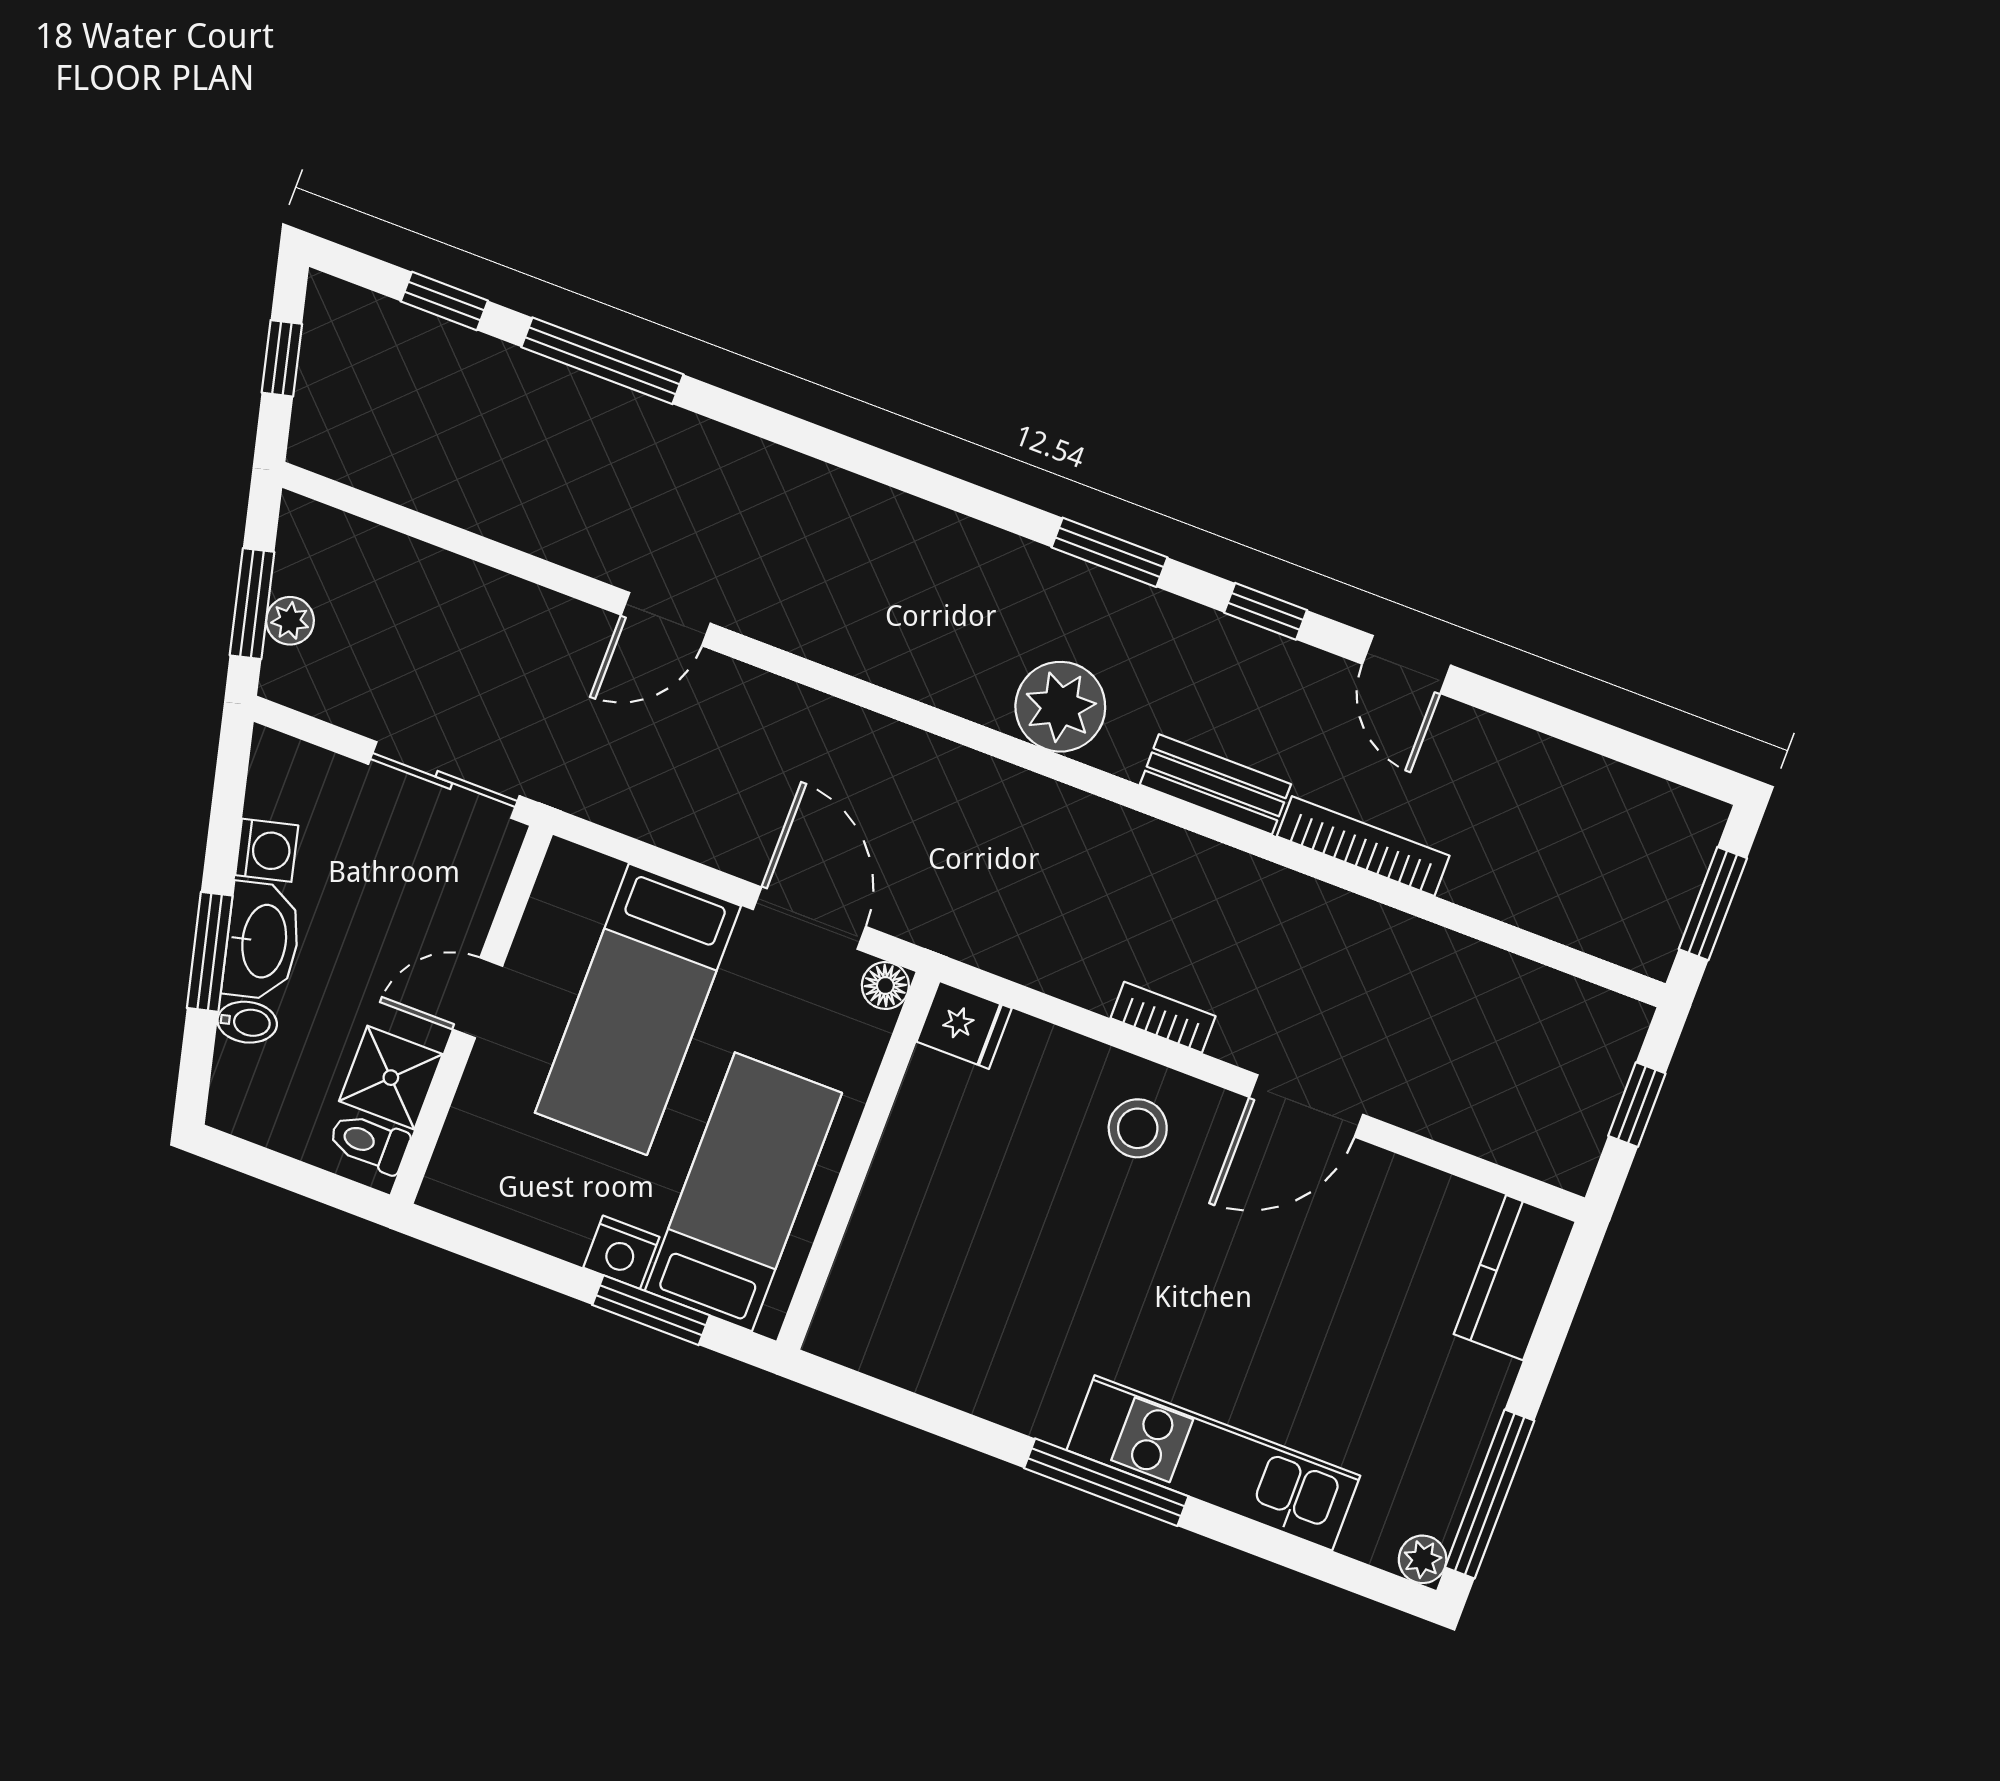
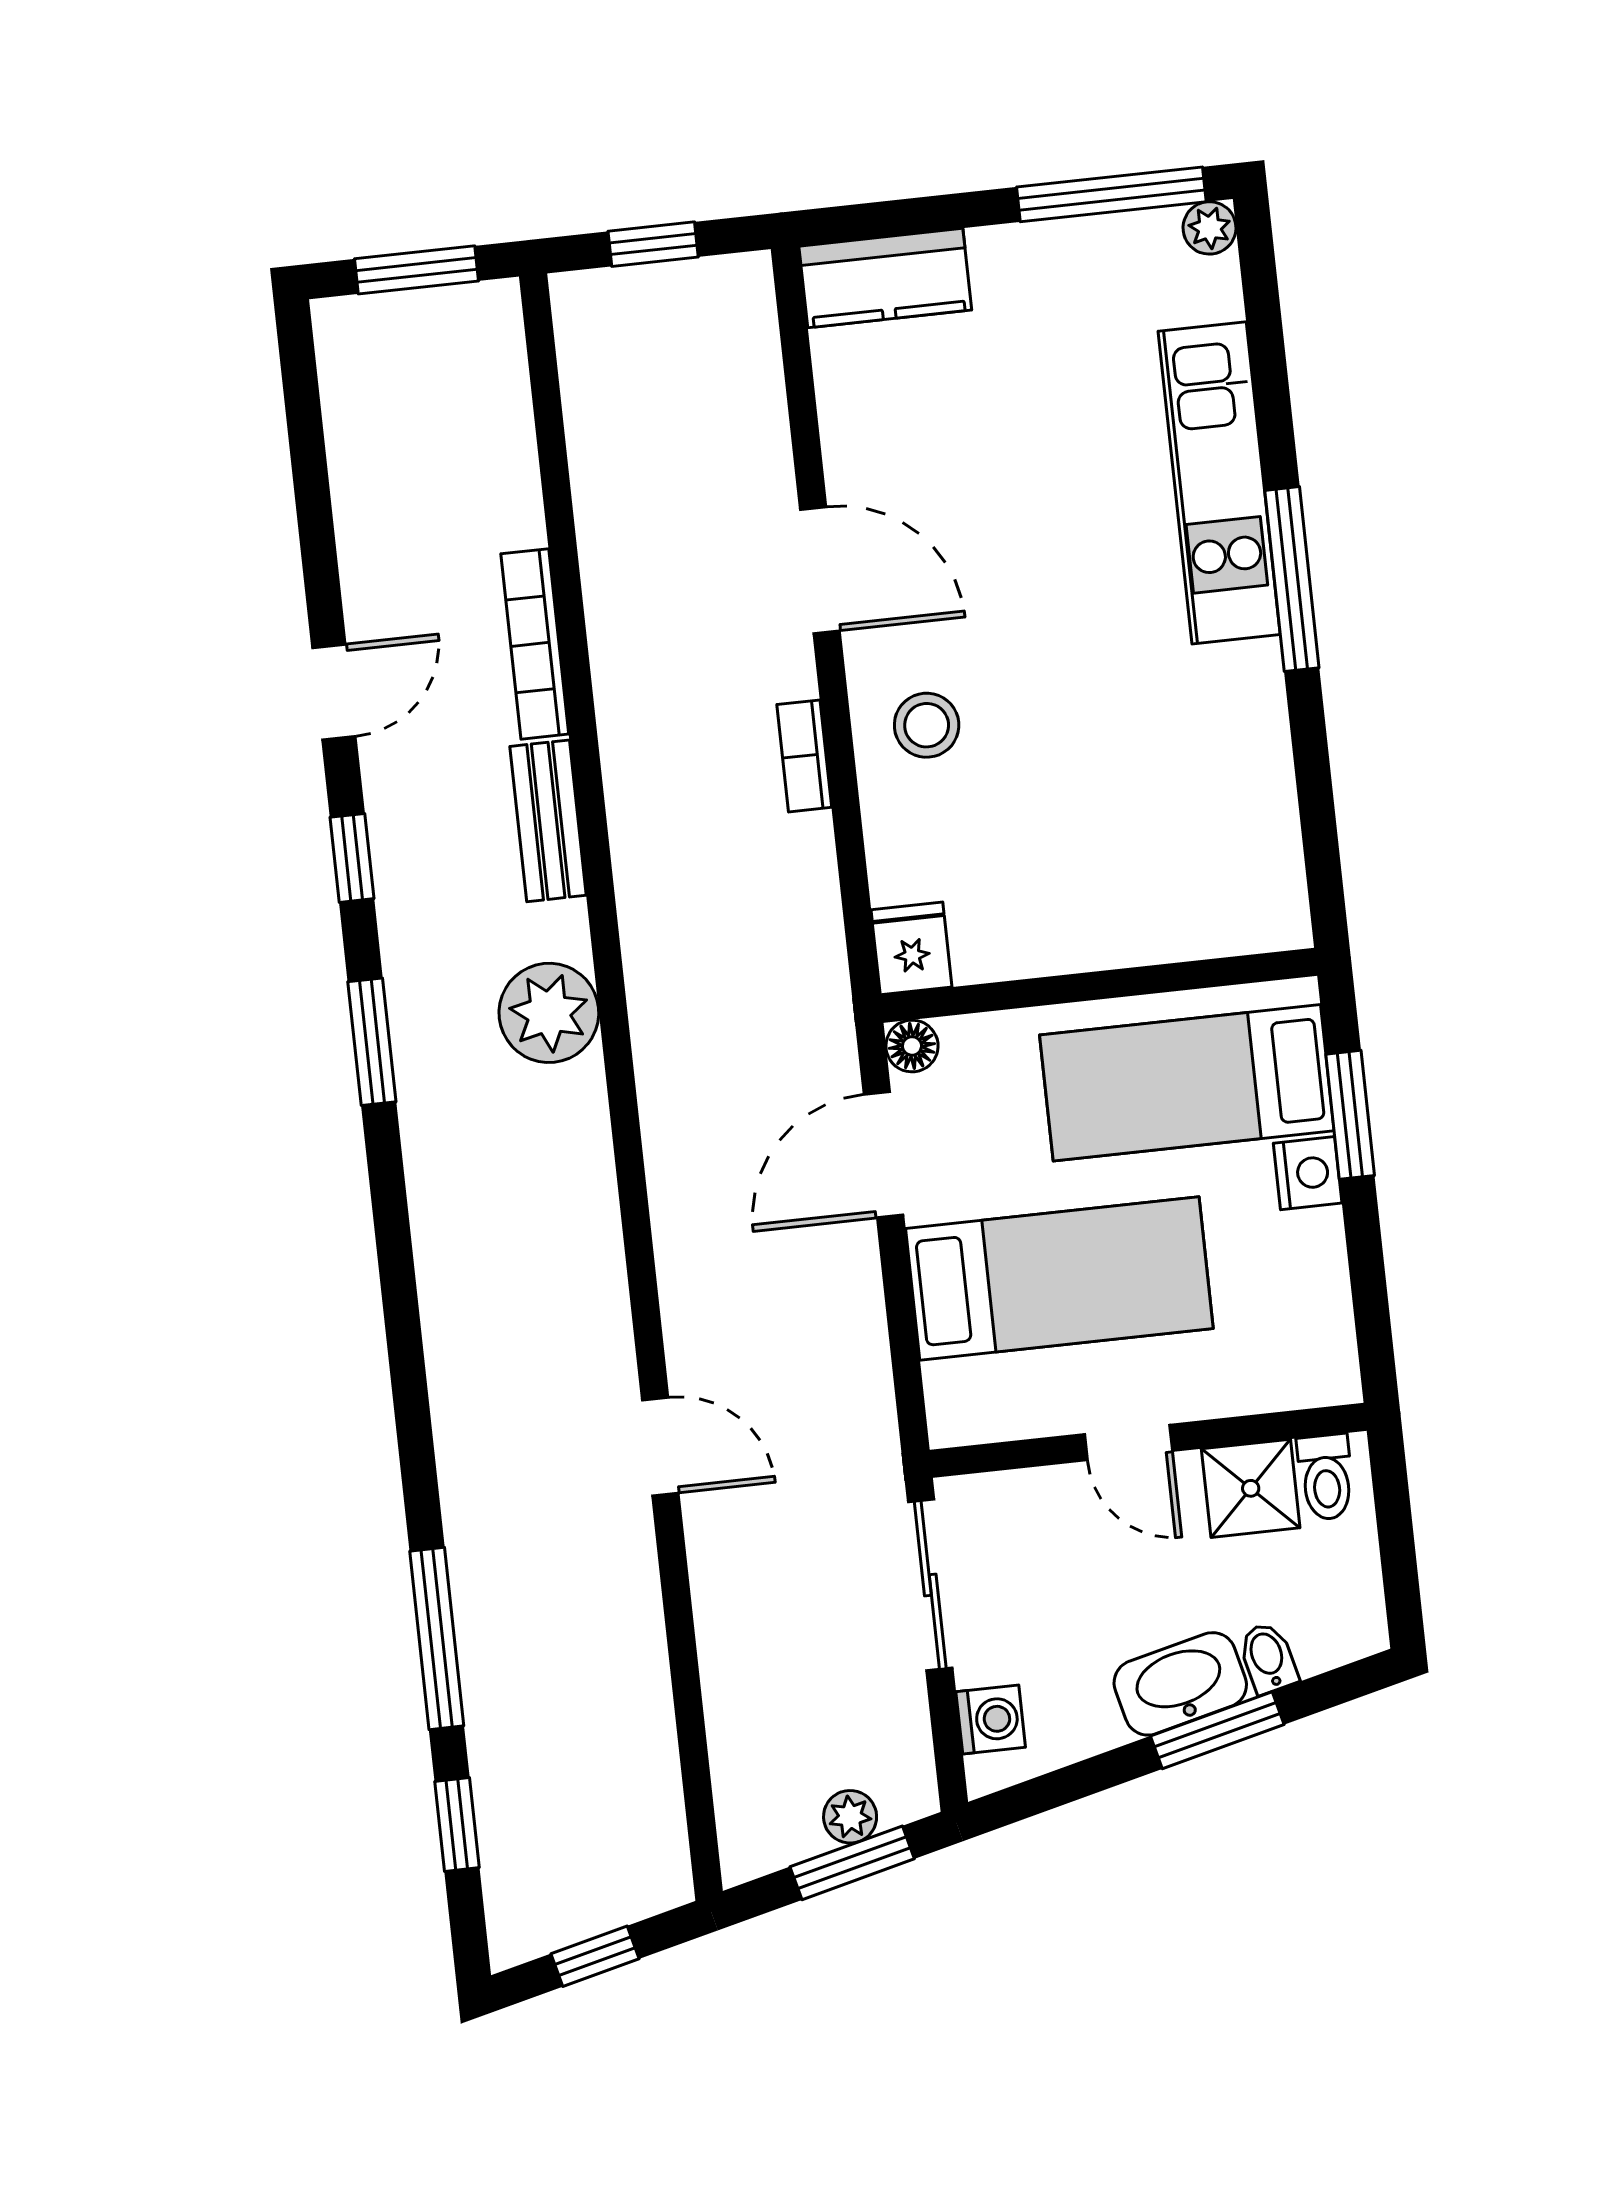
washing machine: (267, 850) -> (991, 1719), moved, turned 104

